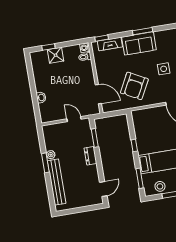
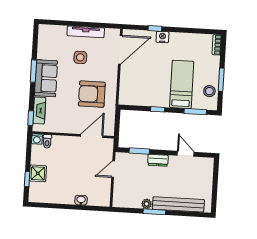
armchair: (134, 86) -> (92, 94), turned 152
door: (103, 189) -> (186, 154), moved

